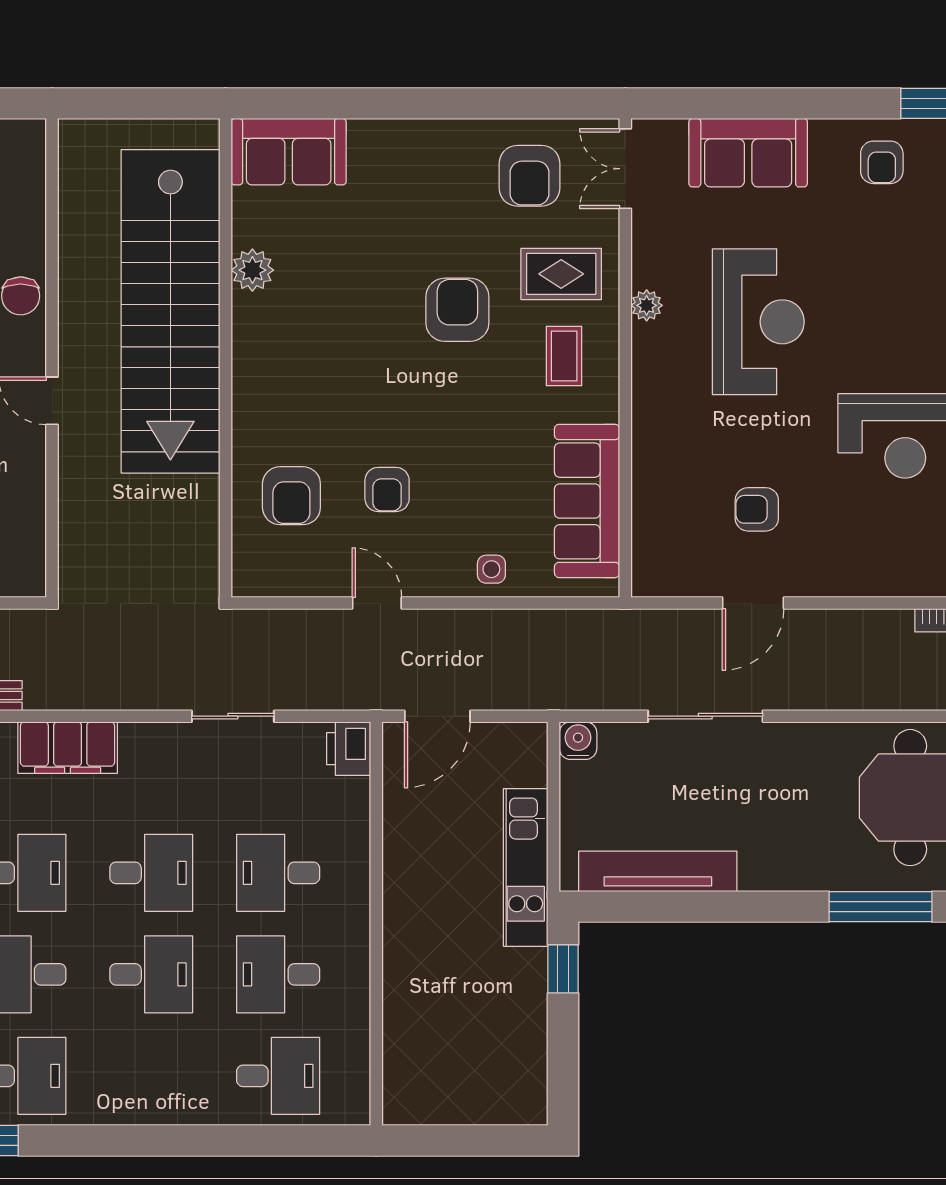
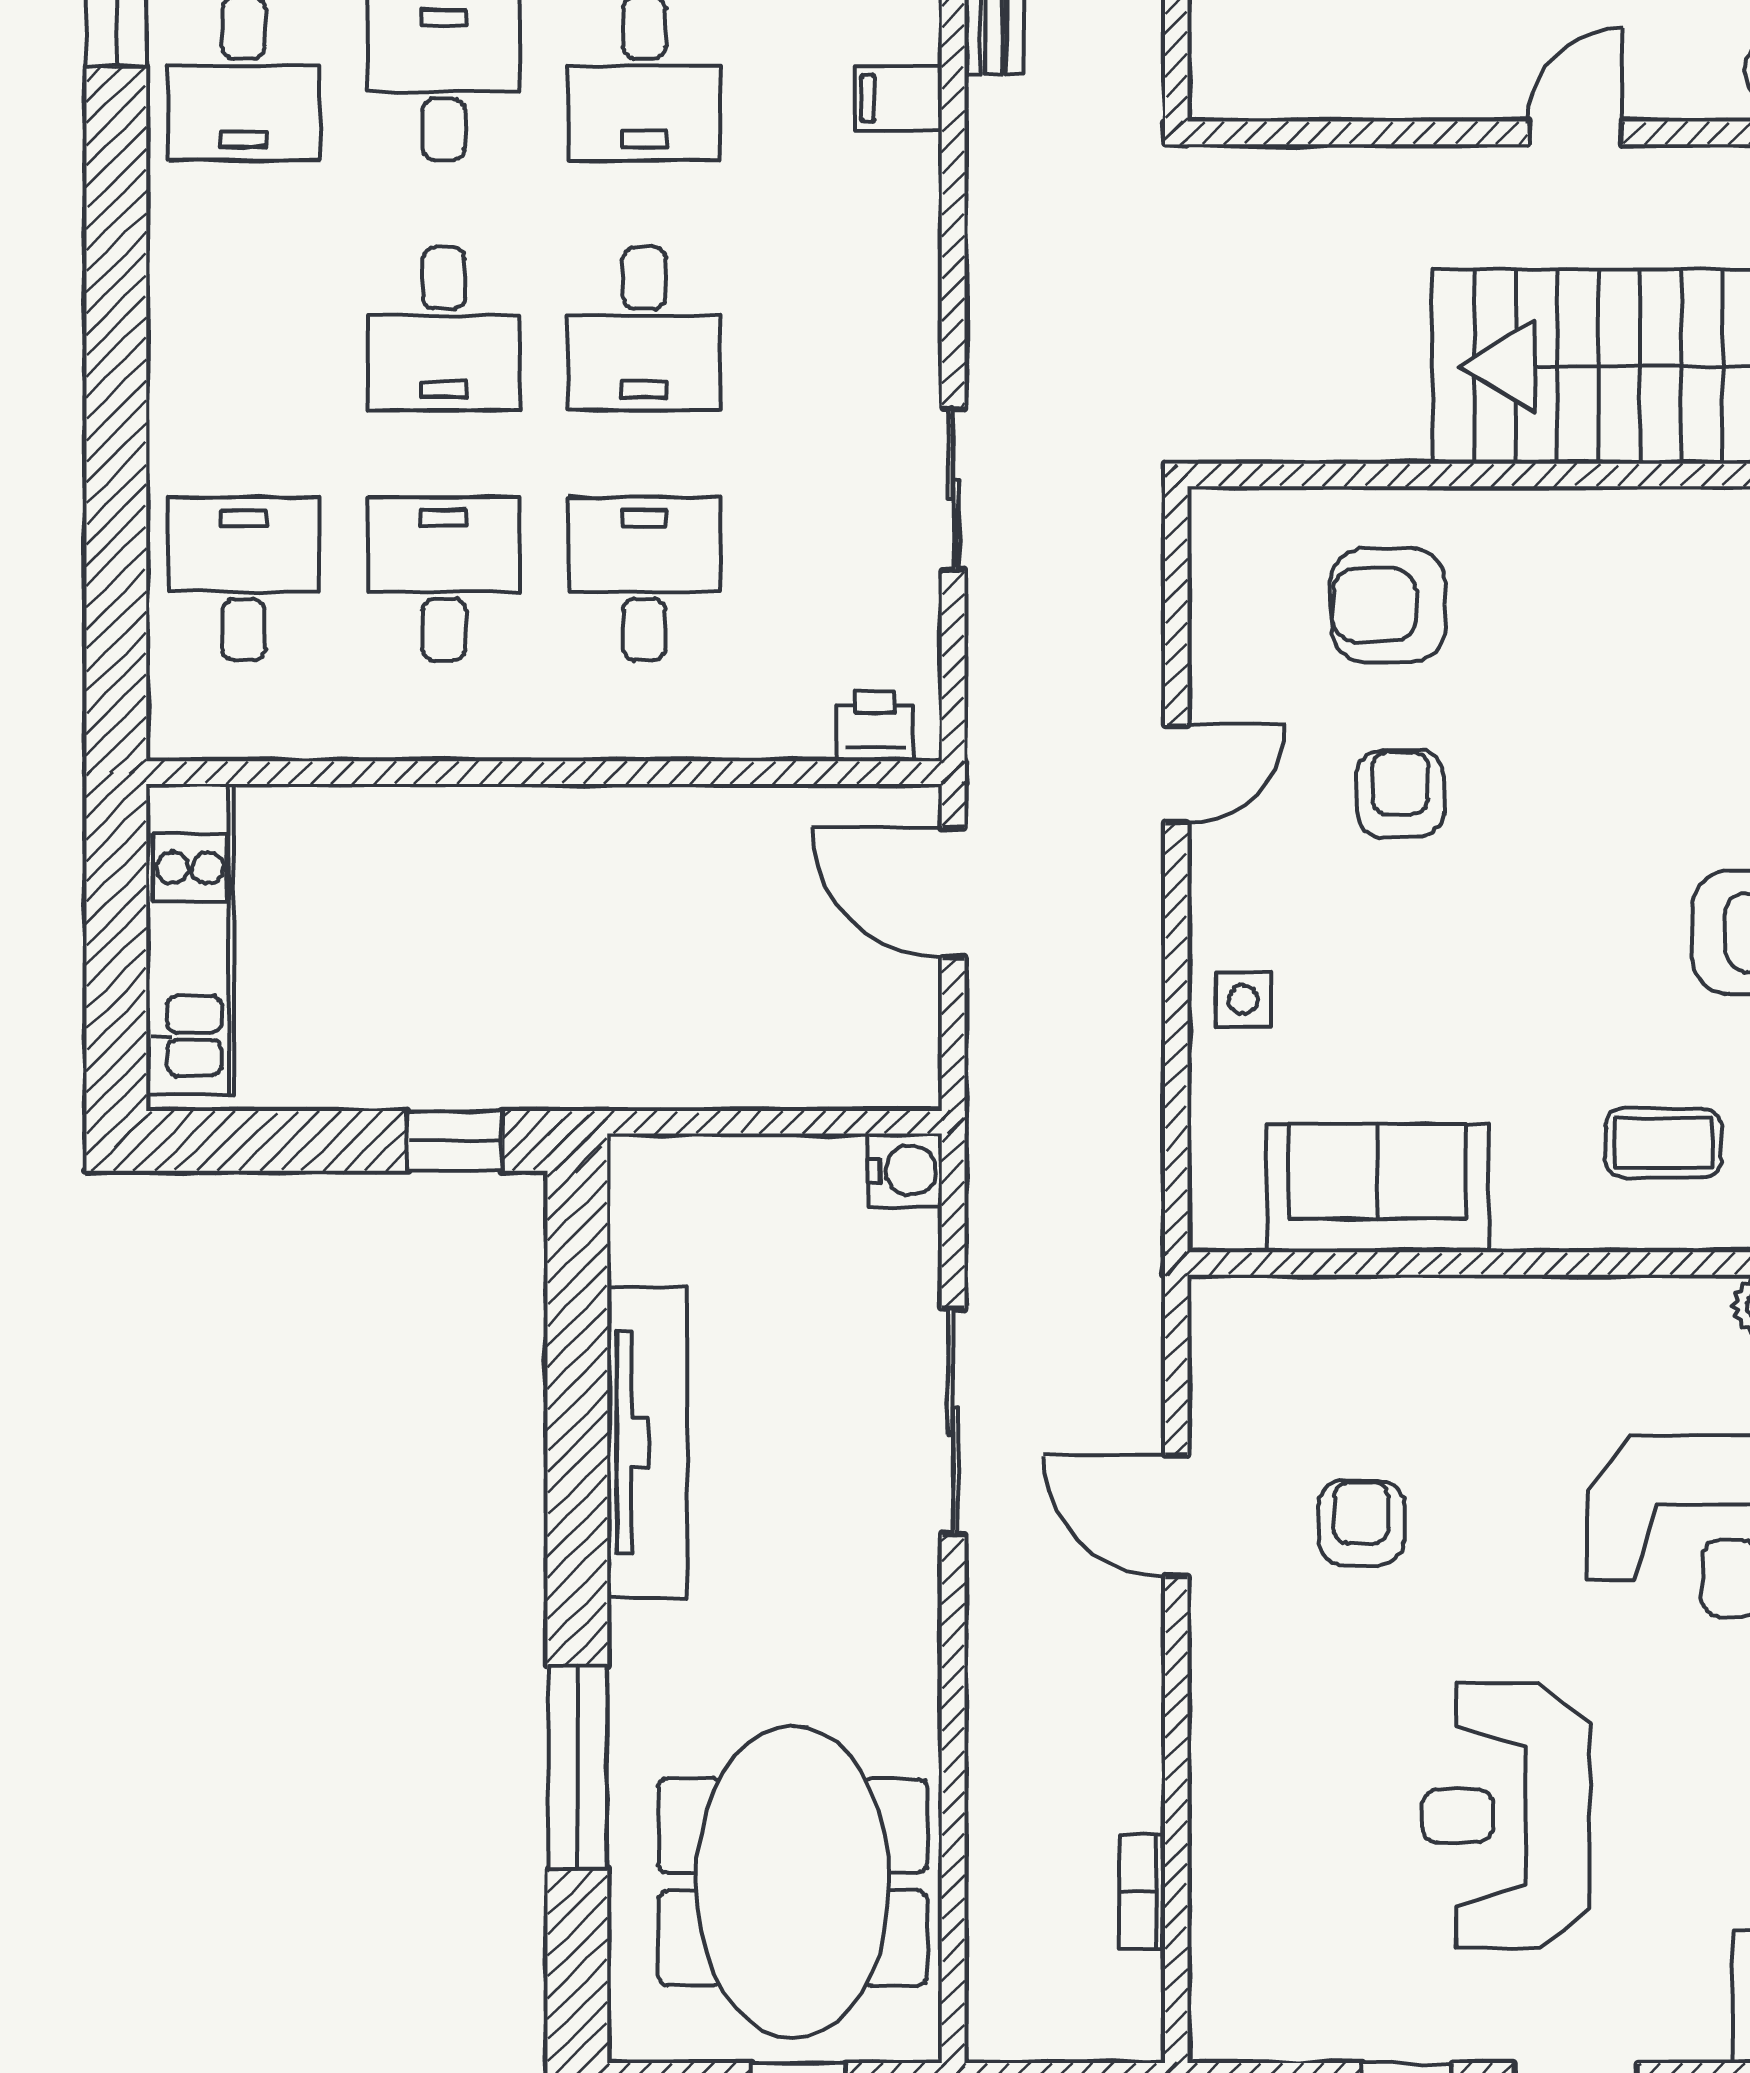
armchair: (387, 489) -> (1400, 794), turned 90
sofa: (587, 501) -> (1378, 1188), width x0.73
filing cabinet: (68, 748) -> (898, 98), width x0.33, depth x0.86
printer: (349, 749) -> (875, 726), width x0.73, depth x0.81
kitchen unit: (526, 867) -> (190, 939), moved, turned 90
tv unit: (658, 871) -> (647, 1442), moved
desk: (278, 1076) -> (244, 579), turned 180

